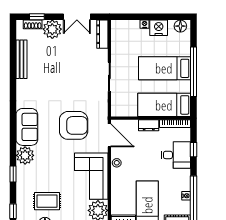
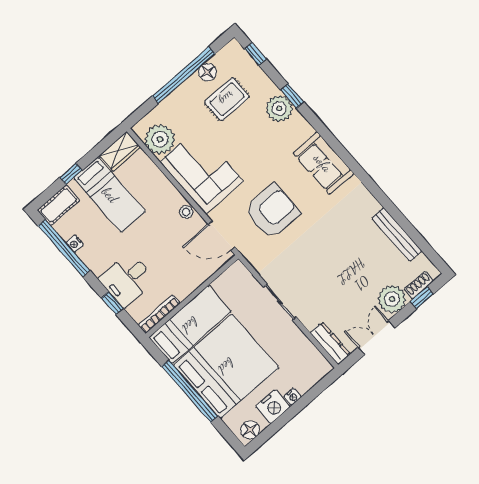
bed: (164, 68) -> (226, 366), width x2.04
armchair: (74, 125) -> (272, 211), turned 180
dresser: (149, 125) -> (187, 286), removed
plant: (25, 155) -> (279, 109), moved

